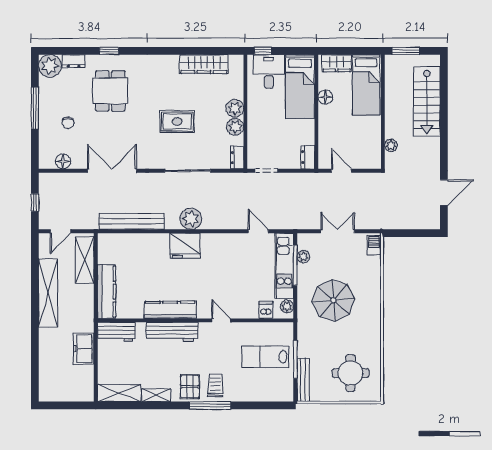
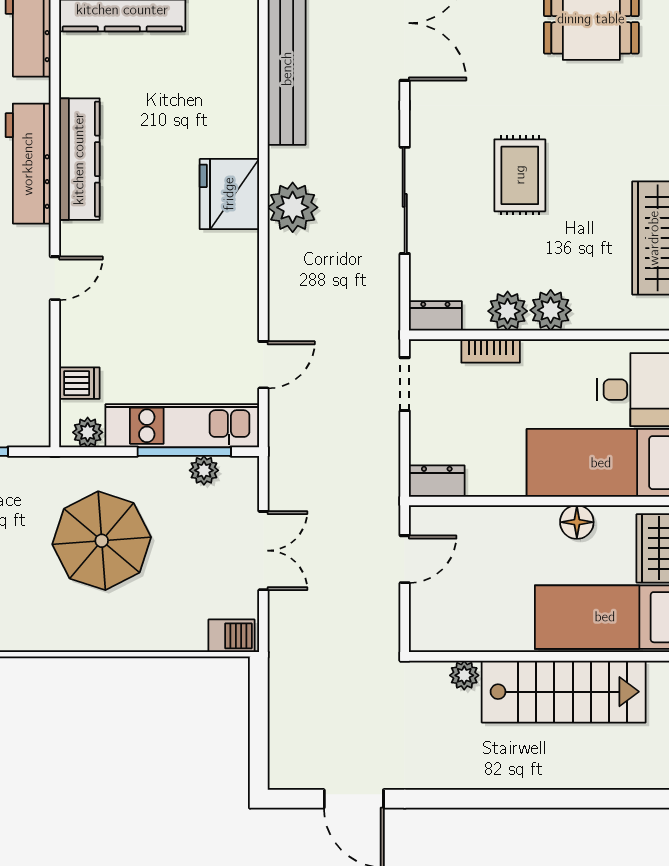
stairs: (427, 101) -> (564, 692), moved, turned 180
bookcase: (252, 134) -> (491, 351), added

